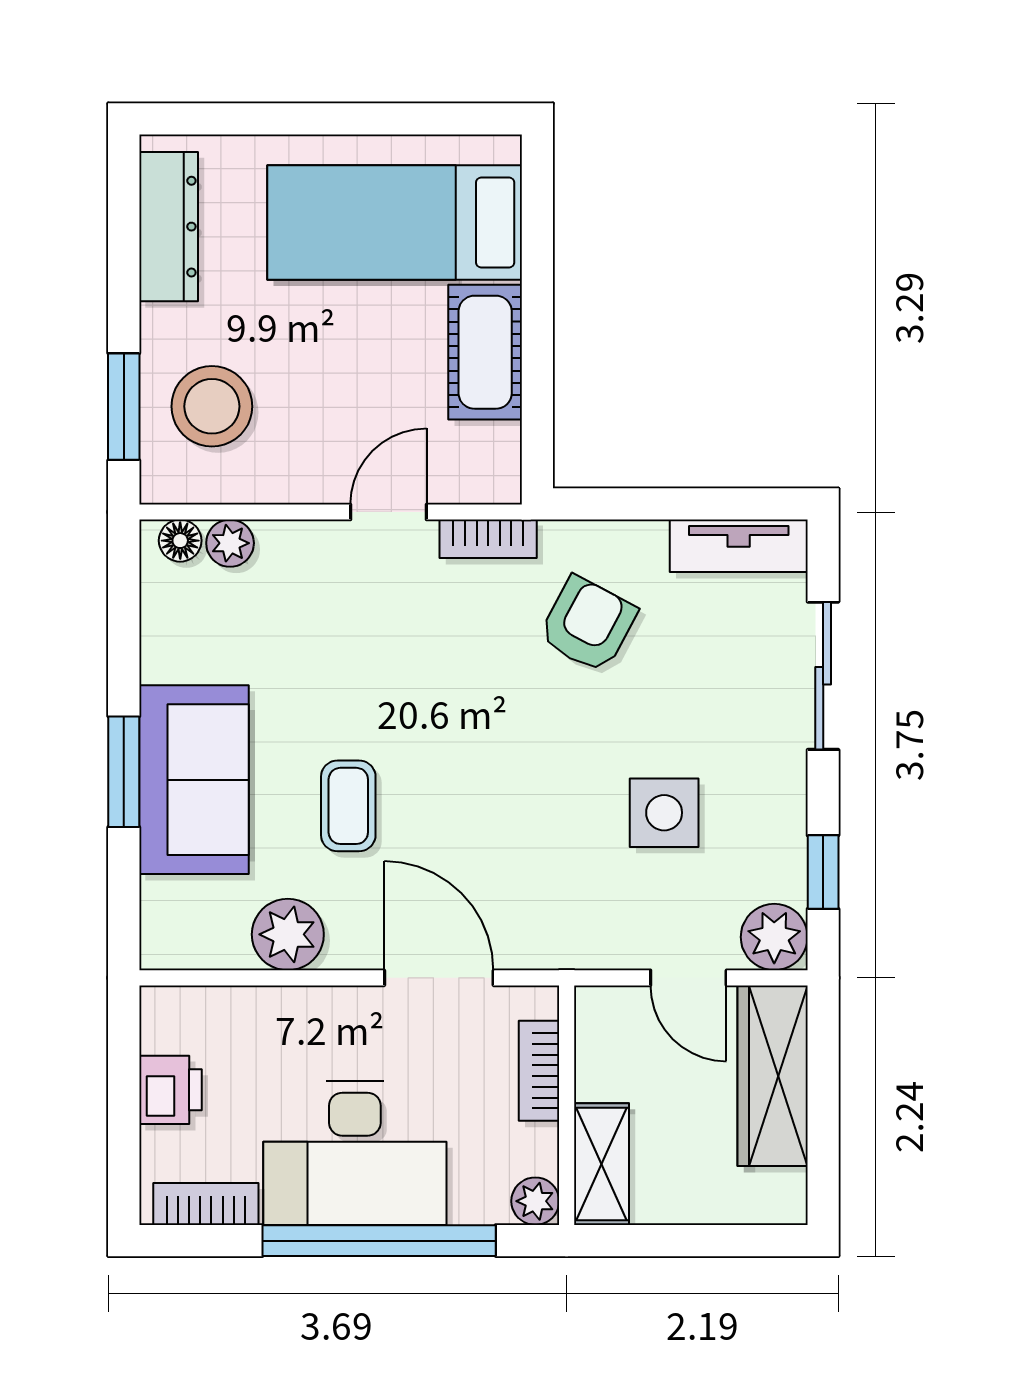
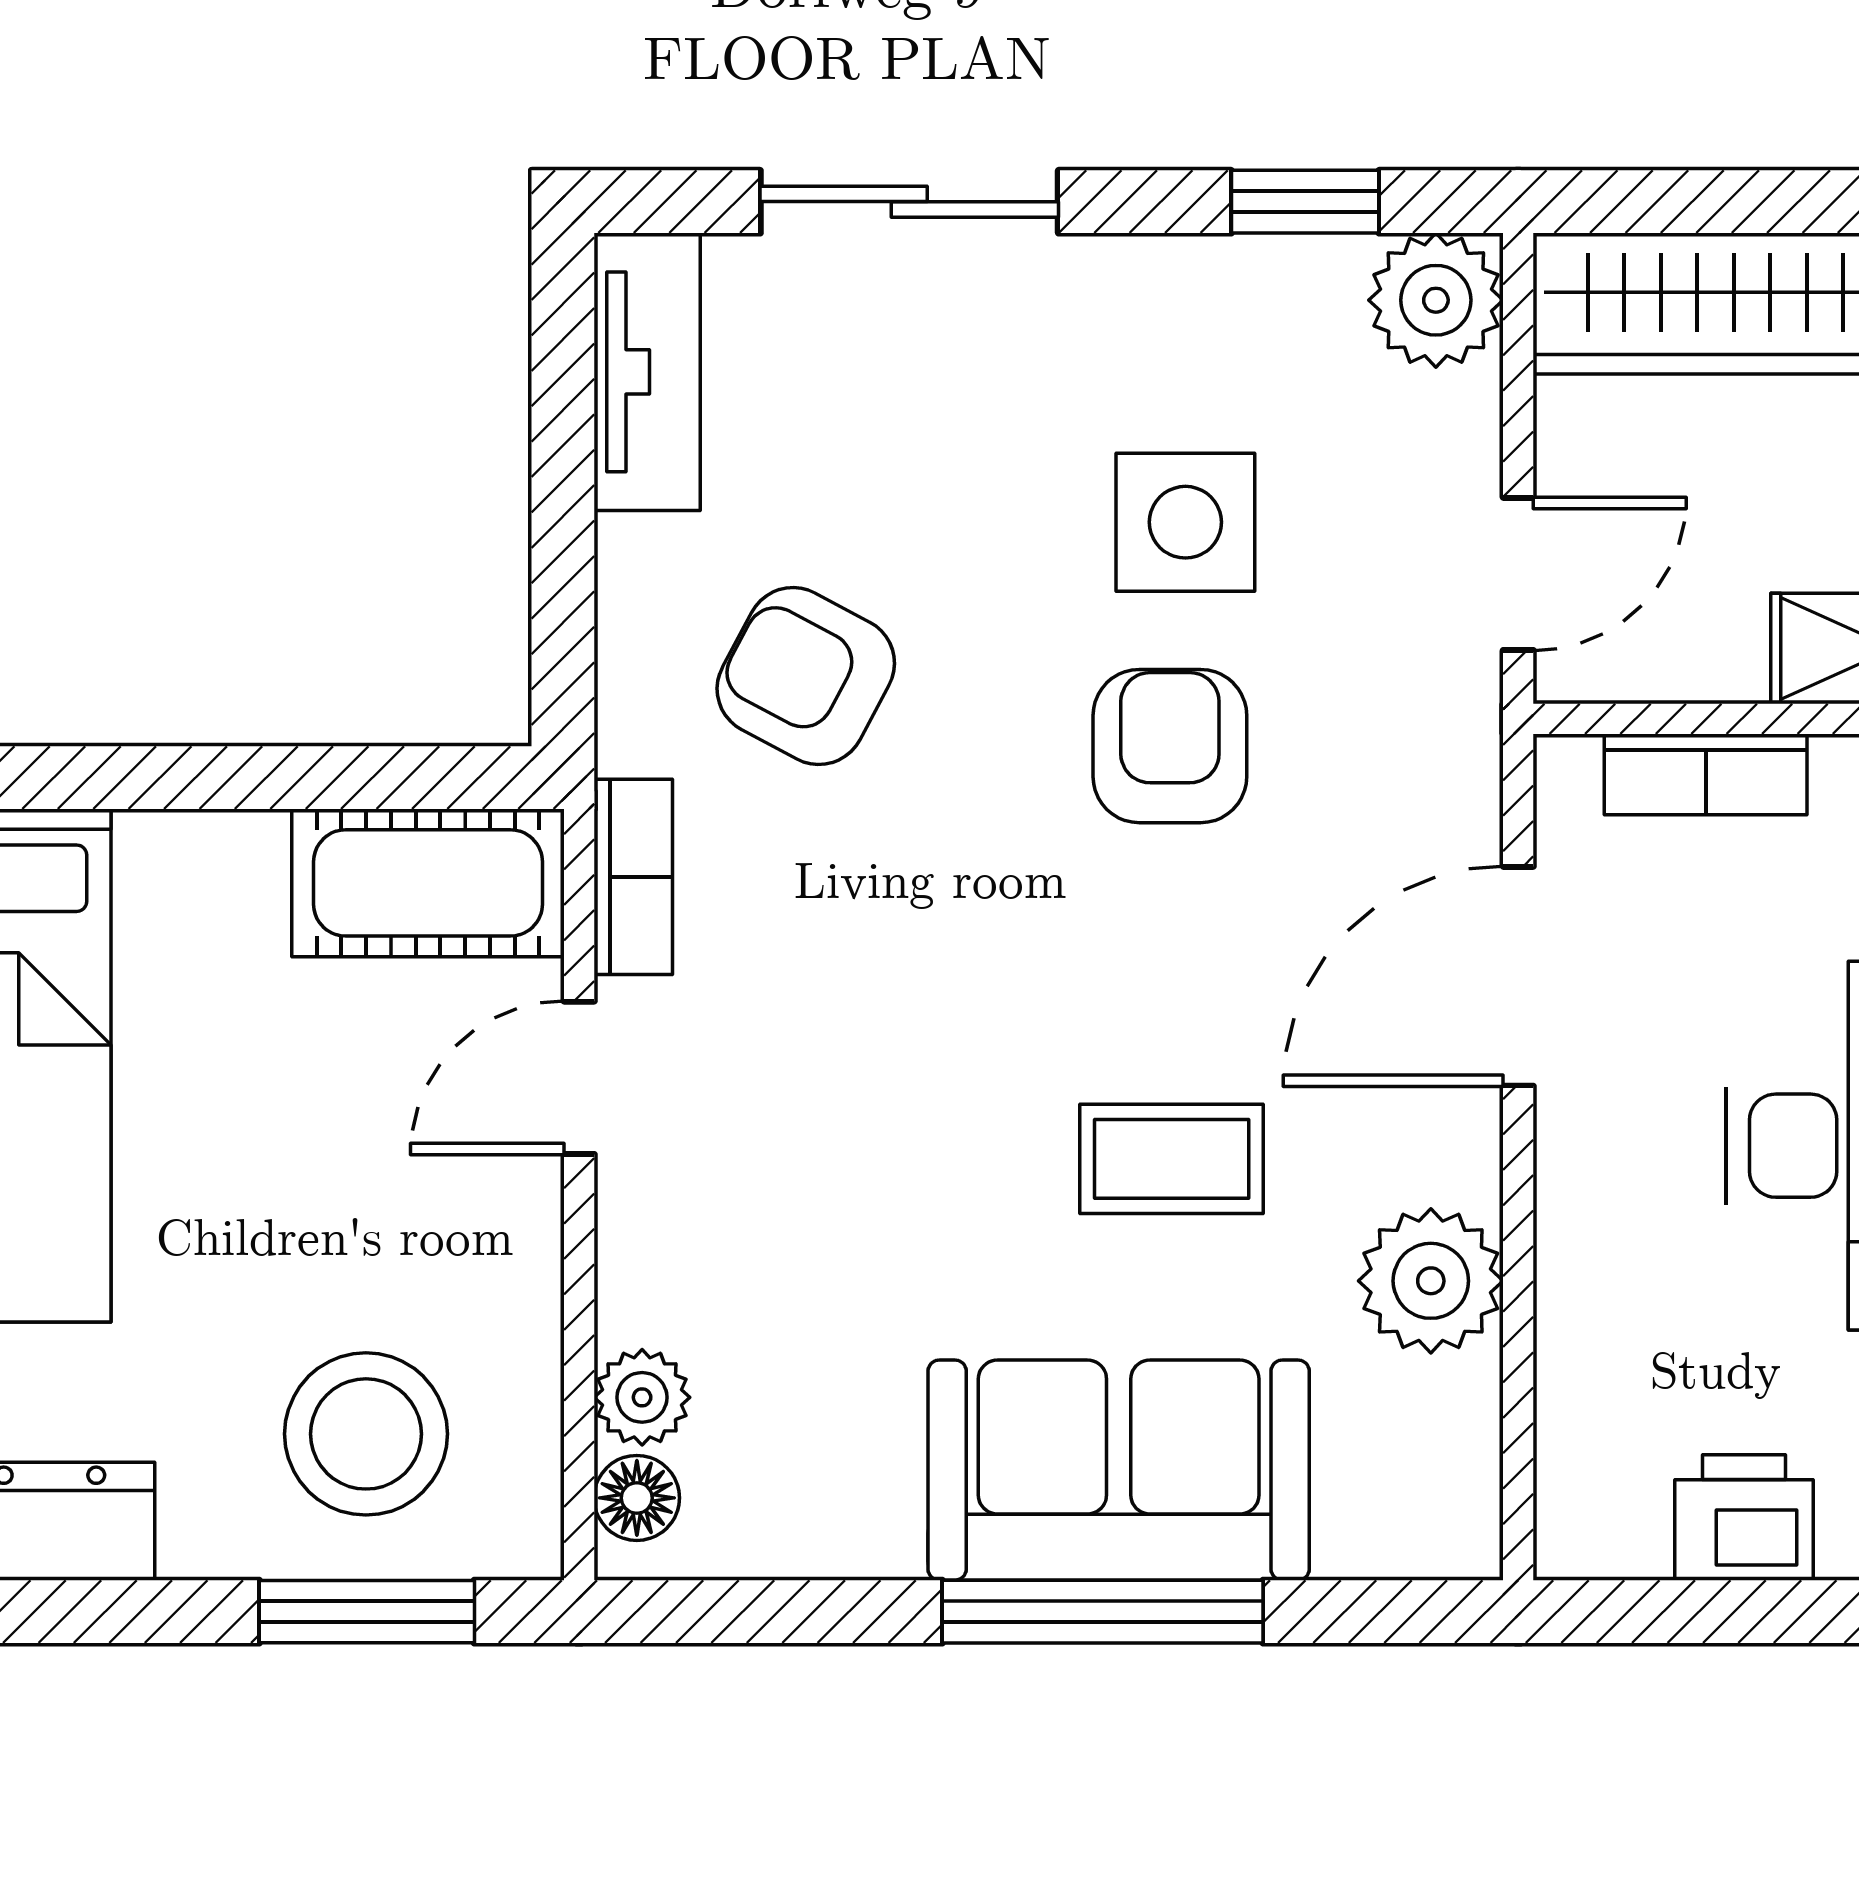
cot: (485, 352) -> (428, 883), moved
door: (389, 512) -> (579, 1078), hinge flipped
window: (124, 772) -> (1103, 1612), width x1.44
armchair: (553, 805) -> (1170, 746), added
door: (688, 978) -> (1518, 574), moved

